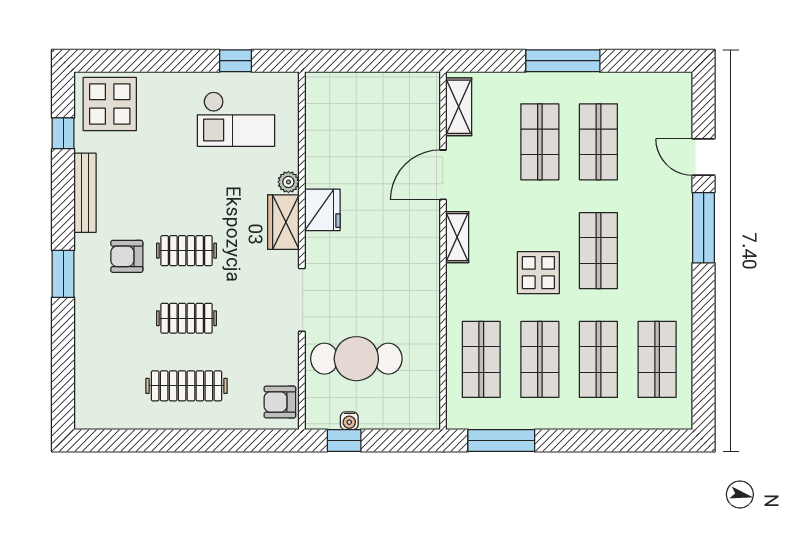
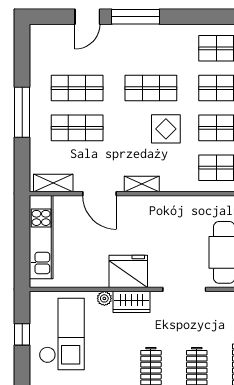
kitchen unit: (379, 89) -> (41, 237), added
checkout: (236, 119) -> (62, 334), width x1.36, depth x1.21
fridge: (322, 210) -> (128, 271), width x1.36, depth x1.34

